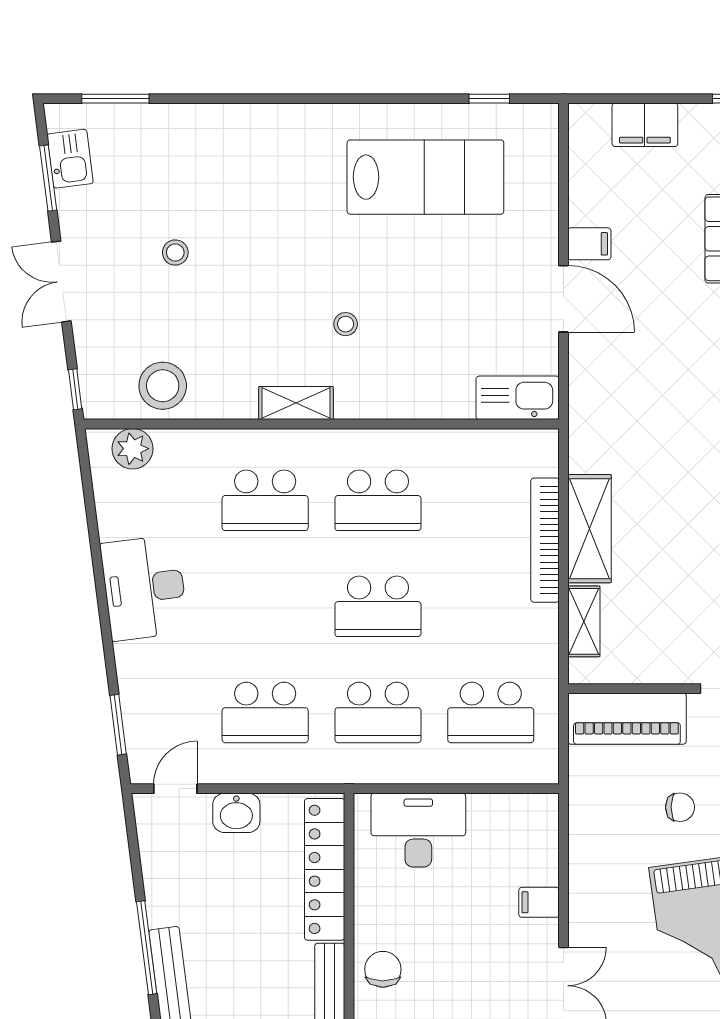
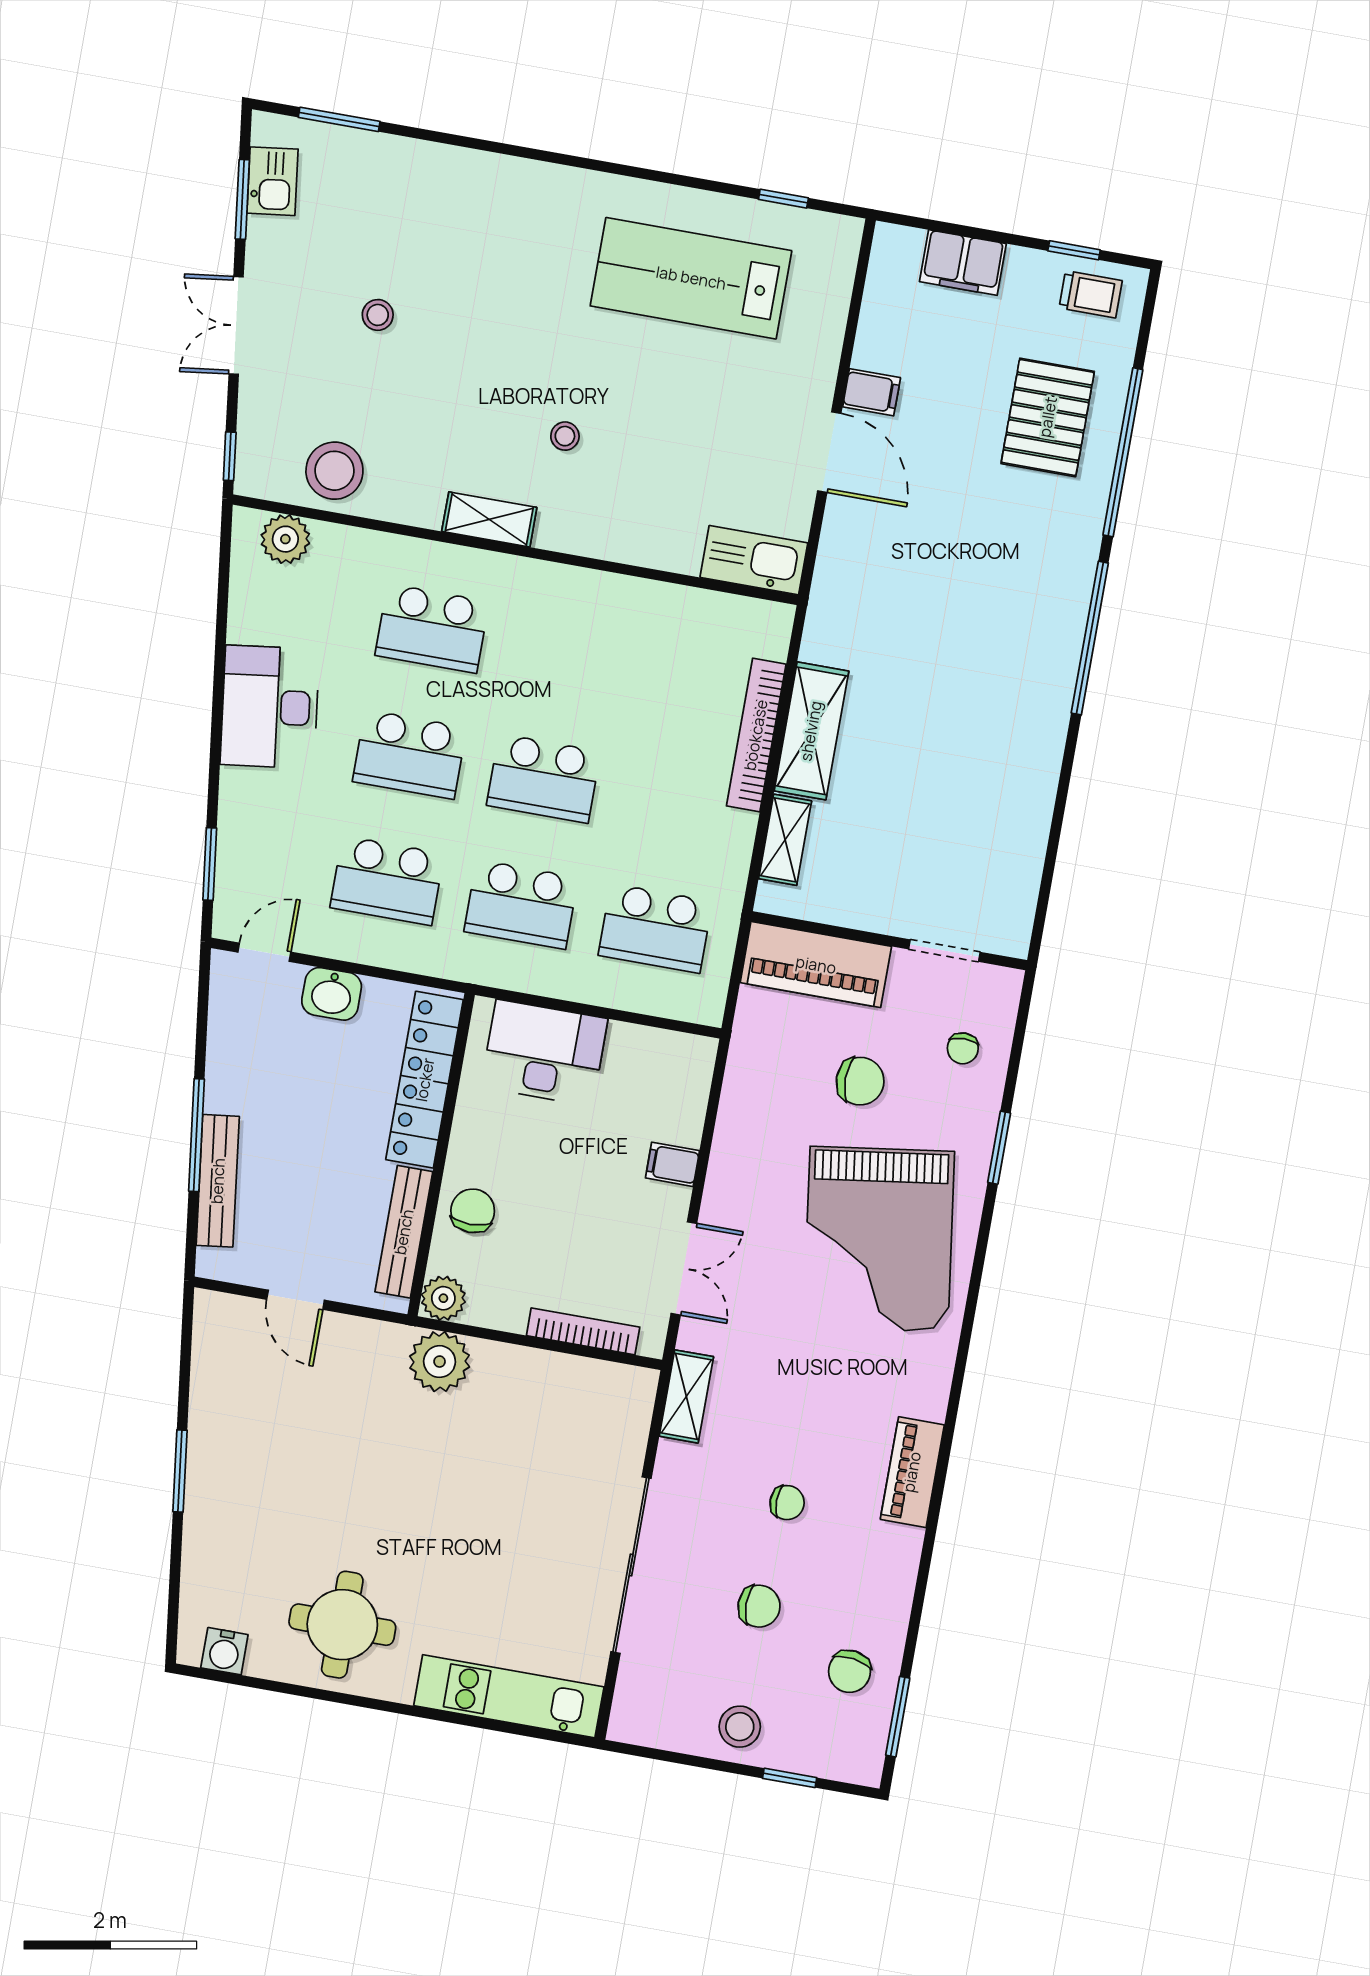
lab bench: (425, 177) -> (691, 278), turned 180
school desk: (378, 500) -> (410, 755), moved
chair: (680, 807) -> (860, 1081), width x1.37, depth x1.37

